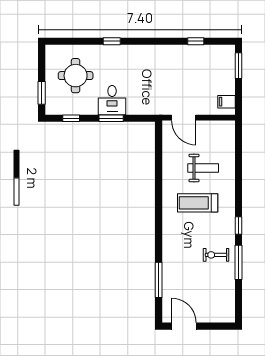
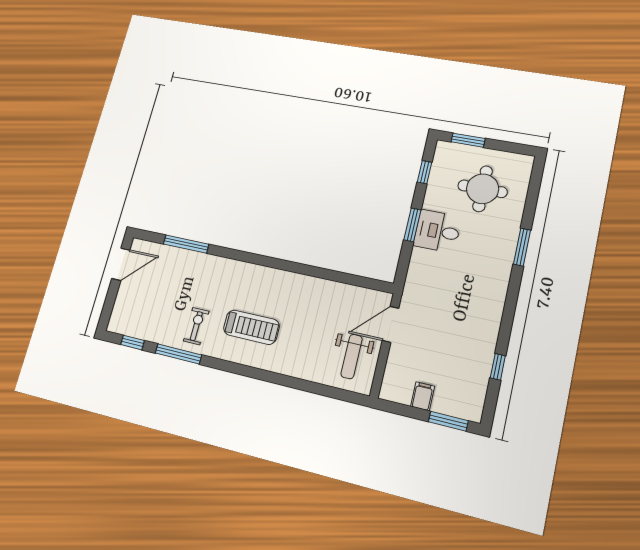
window: (112, 41) -> (522, 247), width x1.50
filing cabinet: (226, 102) -> (423, 396), moved
weight bench: (203, 168) -> (352, 356), moved
treadmill: (198, 203) -> (251, 327), moved, turned 90
window: (238, 225) -> (133, 343), moved

